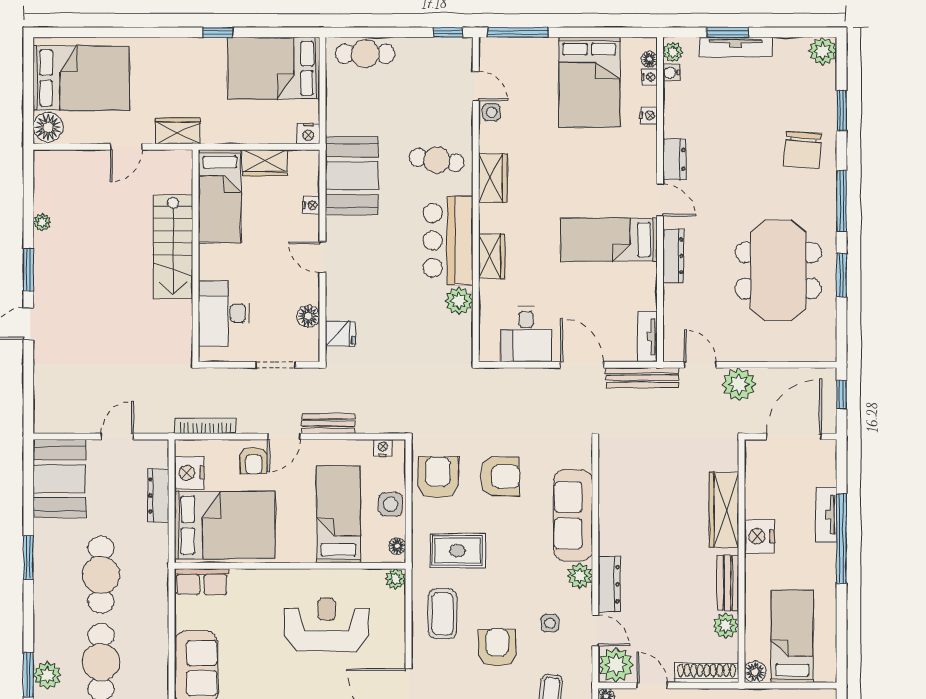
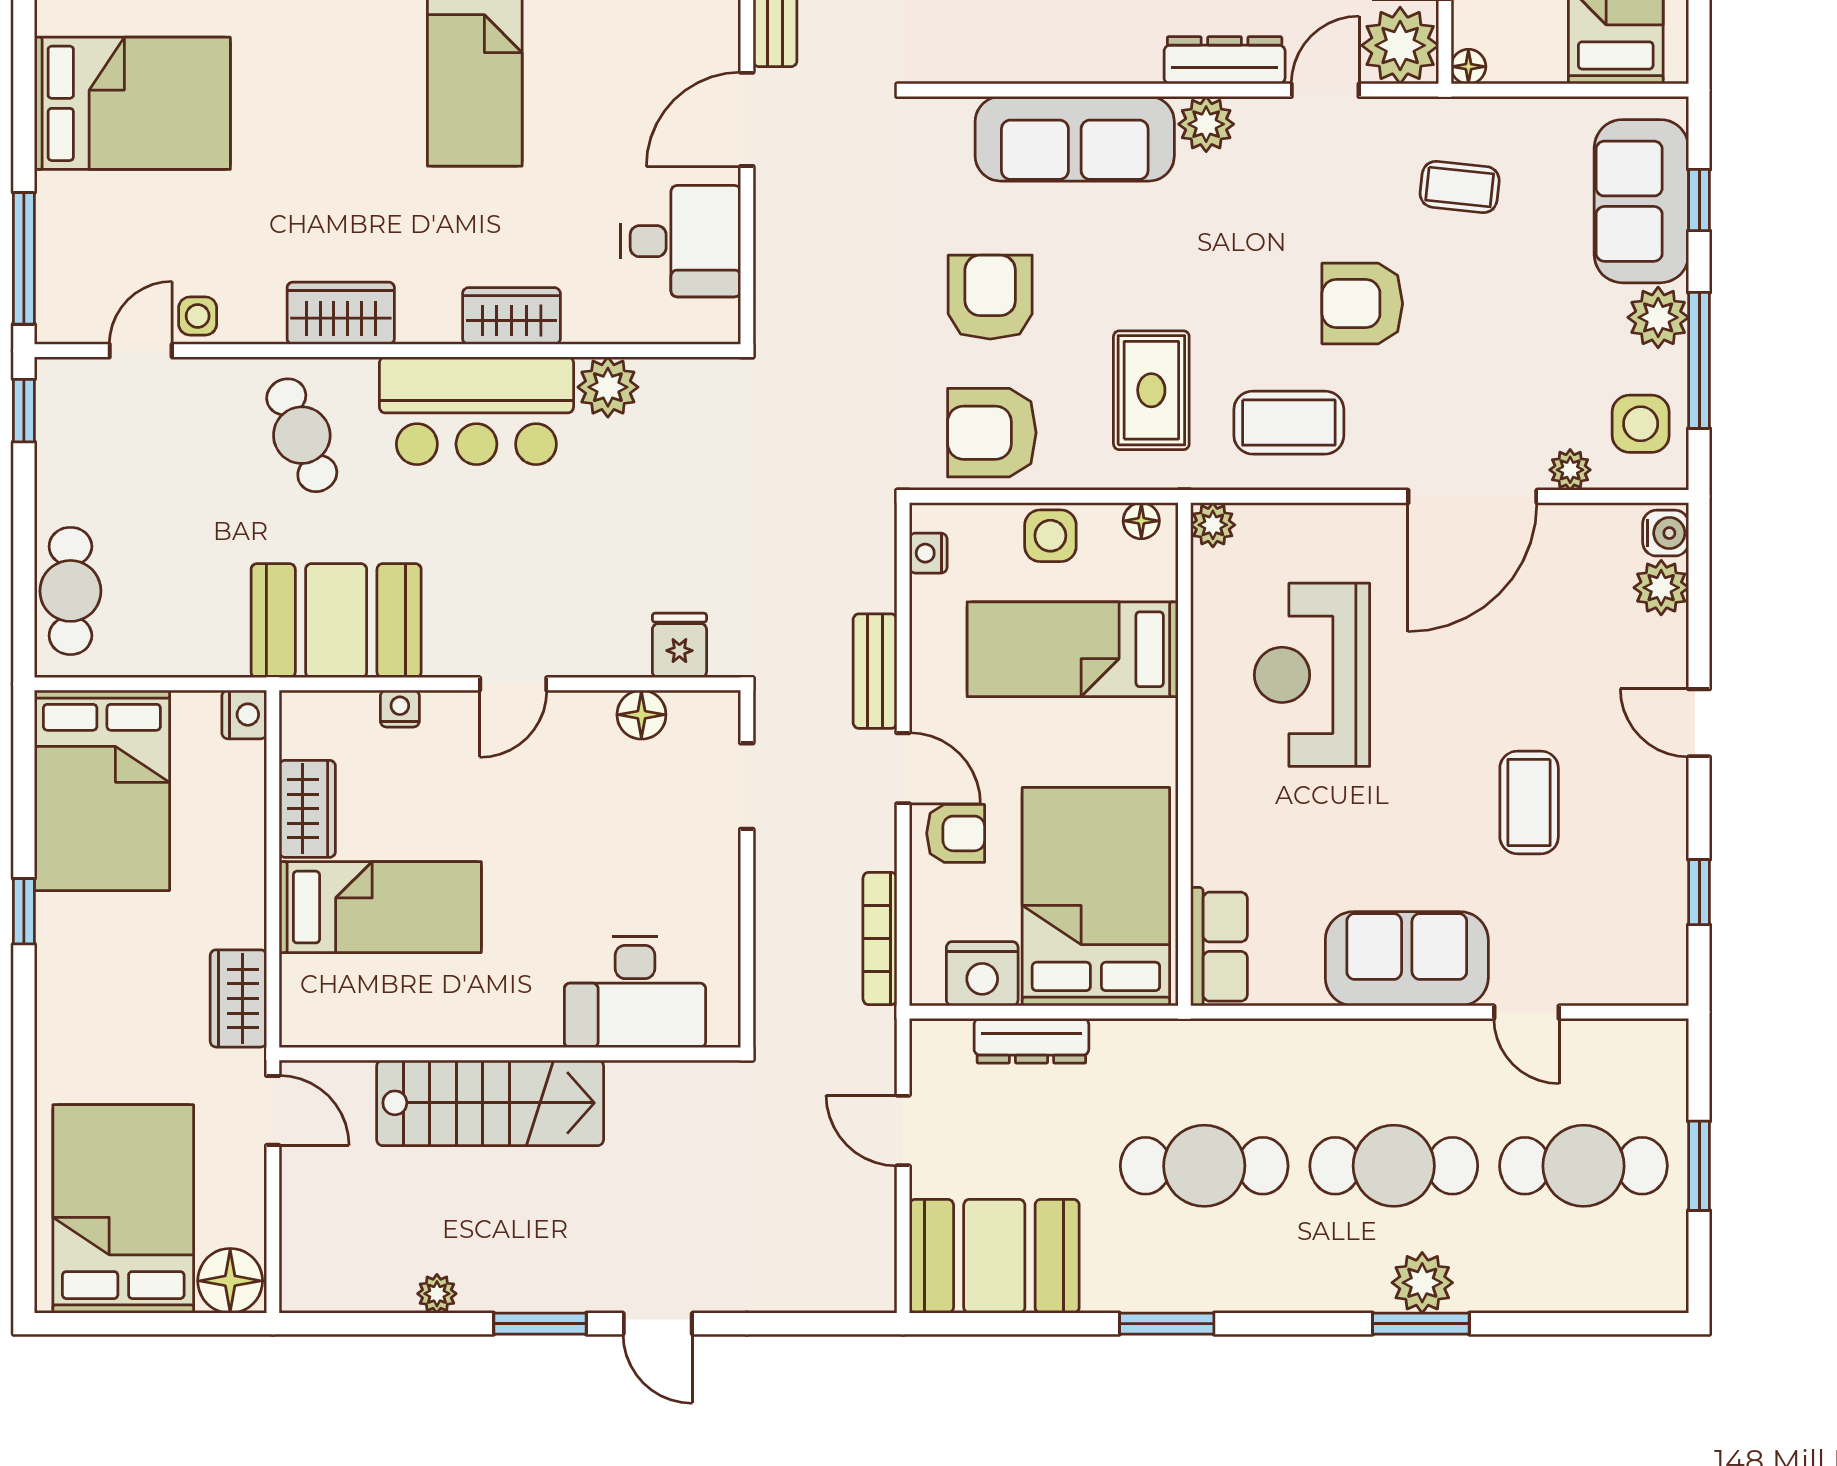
cafe table: (437, 160) -> (302, 435), turned -30
stairs: (173, 247) -> (490, 1103), moved
wall: (196, 256) -> (510, 1054), moved
desk: (224, 313) -> (635, 992), moved
side table: (550, 623) -> (1309, 189), removed

